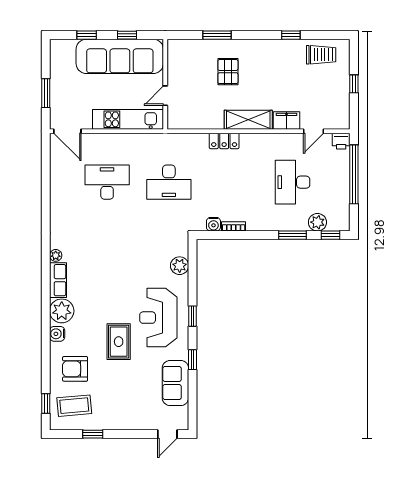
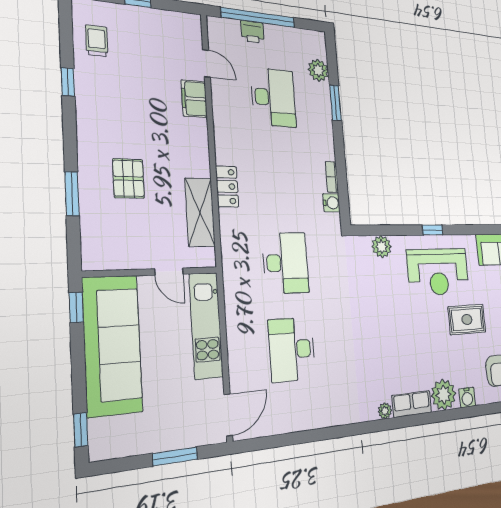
window: (87, 35) -> (81, 430), moved
window: (127, 35) -> (76, 307), moved
trolley: (321, 55) -> (97, 41), width x0.73, depth x0.72
pallet: (228, 72) -> (128, 178), turned 90
shelving: (248, 120) -> (200, 212), moved
printer: (341, 141) -> (252, 32), moved, turned 90
desk: (293, 182) -> (273, 97), turned -90
window: (331, 235) -> (331, 56), removed
window: (192, 360) -> (475, 230), removed

